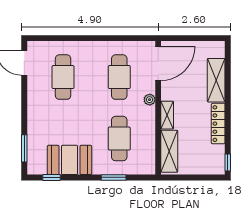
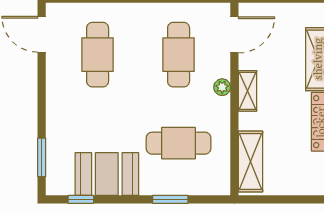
door: (158, 63) -> (234, 35), width x0.73
shelving: (167, 115) -> (248, 91), moved
cafe table: (119, 139) -> (179, 143), turned 90

